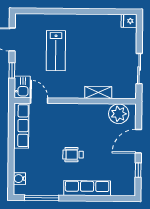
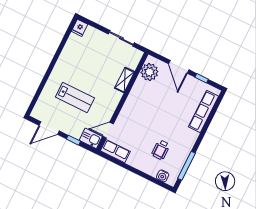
row of seats: (21, 126) -> (115, 151), width x0.68
wheelchair: (73, 155) -> (161, 150), moved
row of seats: (87, 188) -> (203, 112), moved

